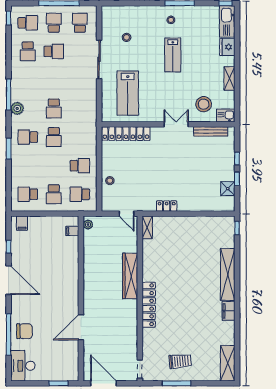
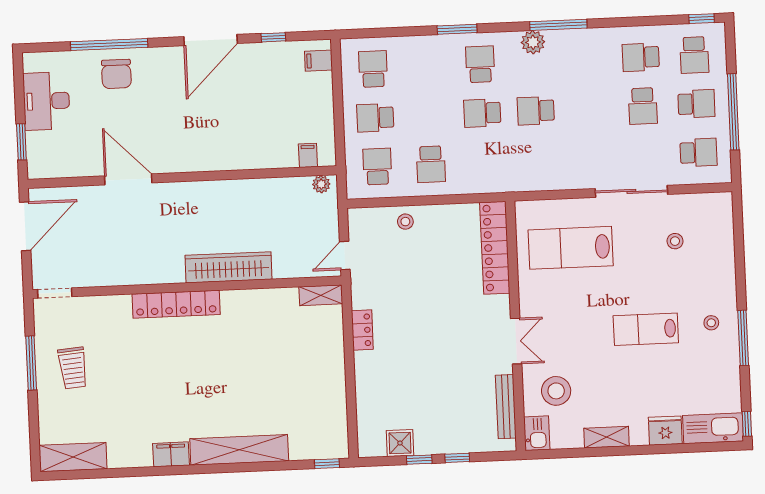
desk: (23, 366) -> (47, 101), moved, turned -90

